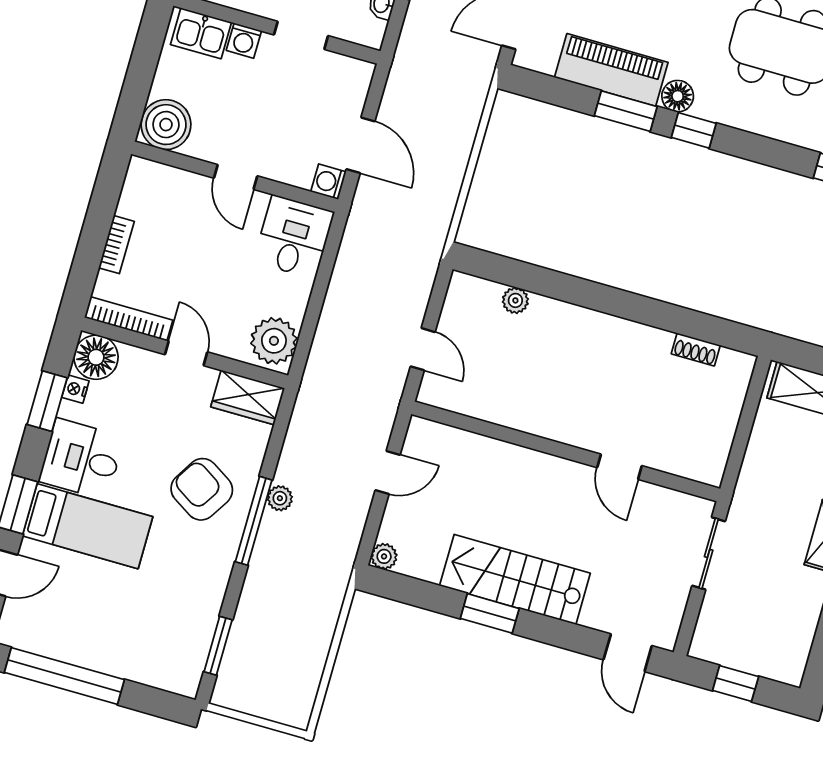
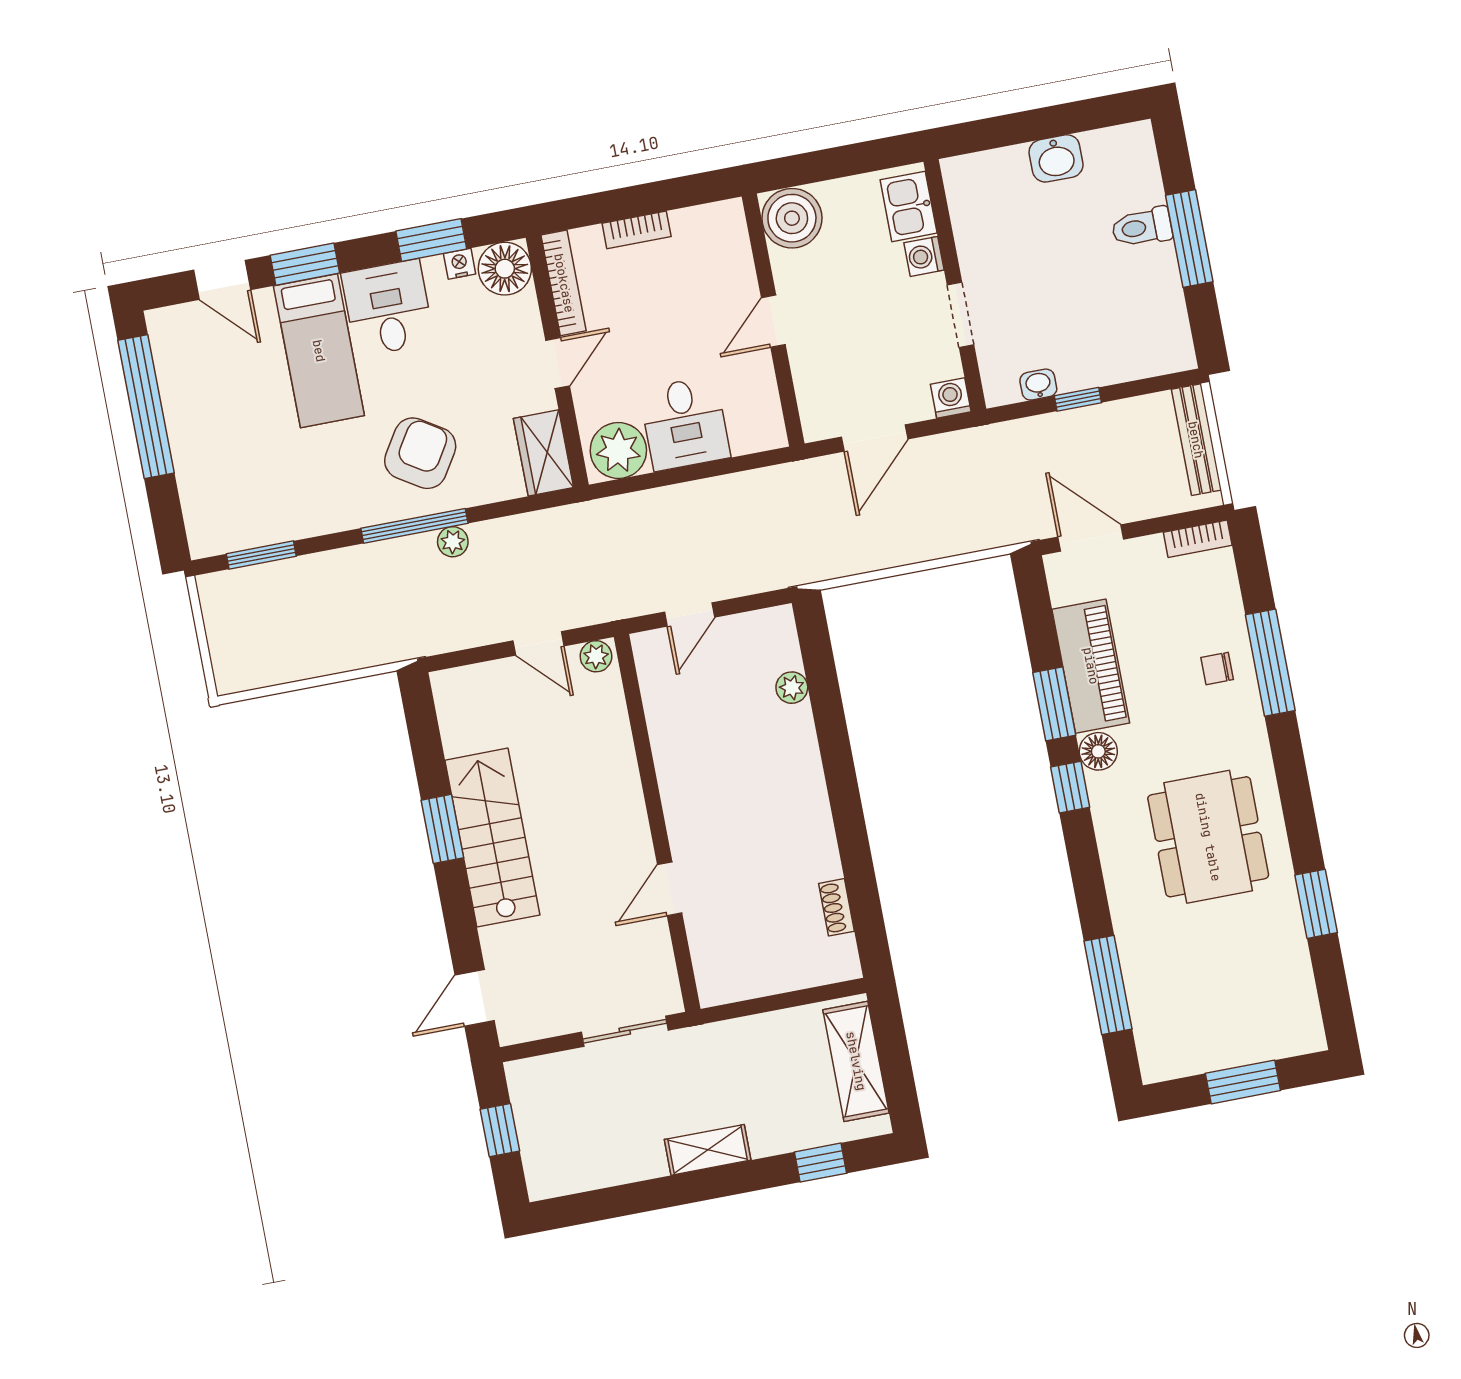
washing machine: (328, 182) -> (951, 398), moved
desk: (294, 237) -> (685, 423), moved, turned 90
plant: (384, 556) -> (596, 656), moved

